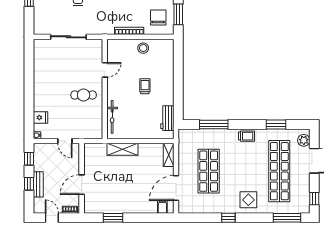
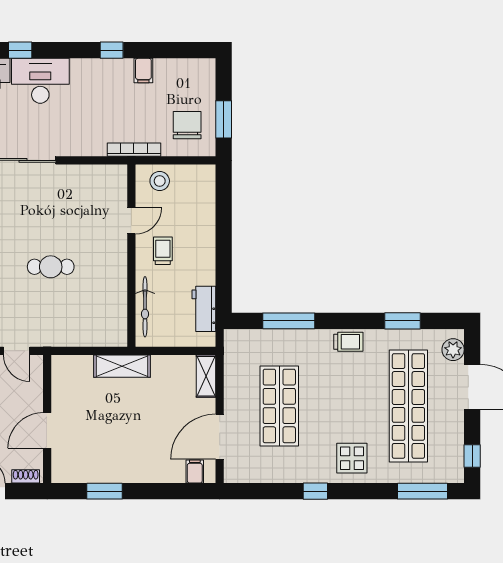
door: (105, 70) -> (131, 221), moved
wall: (105, 89) -> (131, 256), moved
bicycle: (112, 117) -> (145, 307), moved

